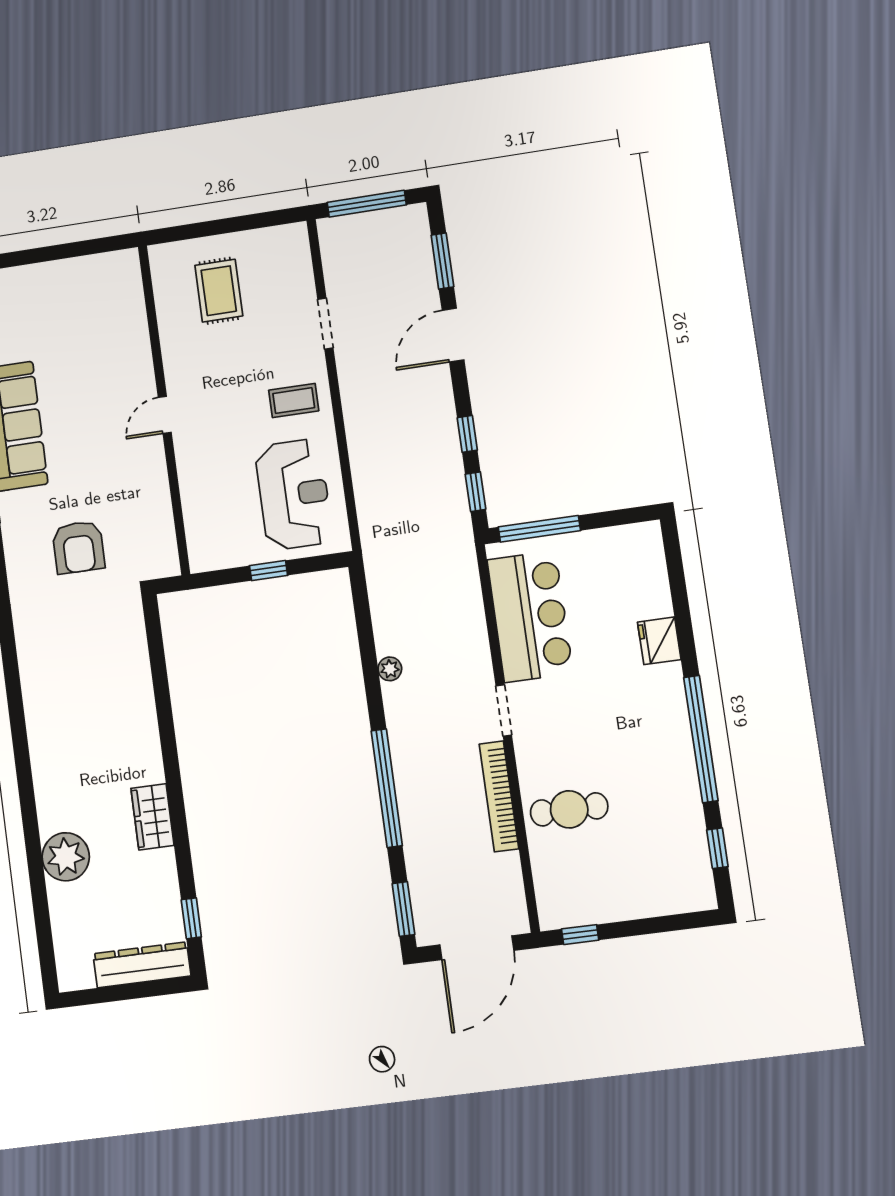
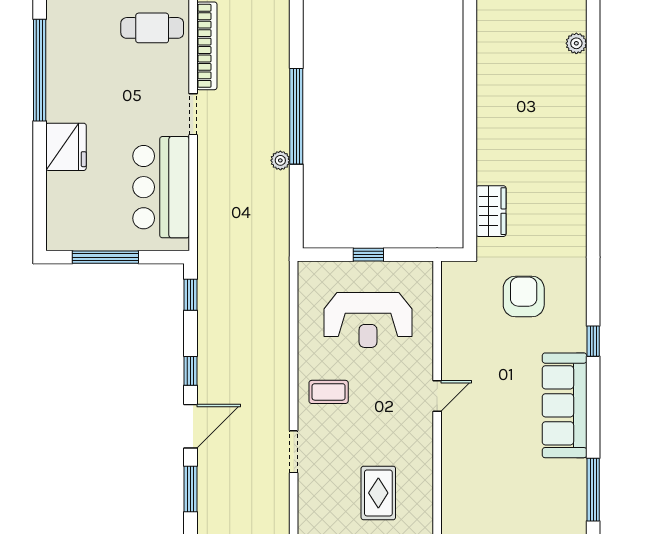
window: (467, 434) -> (191, 371), moved
reception desk: (294, 494) -> (368, 320), moved, turned -90
window: (539, 529) -> (105, 257), moved
fridge: (659, 641) -> (66, 147), width x1.36, depth x1.34
window: (387, 788) -> (296, 116), moved
wardrobe: (152, 817) -> (491, 211), moved
plant: (66, 857) -> (576, 43), width x0.53, depth x0.53

